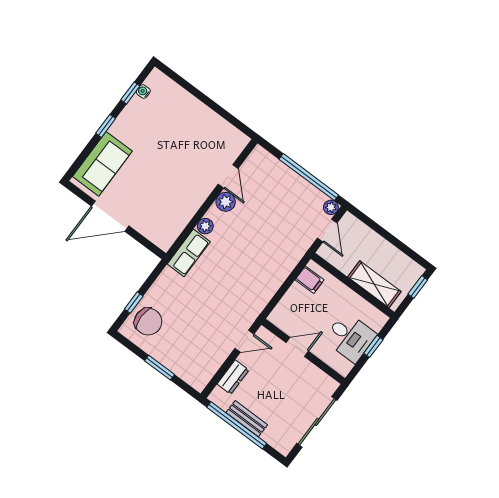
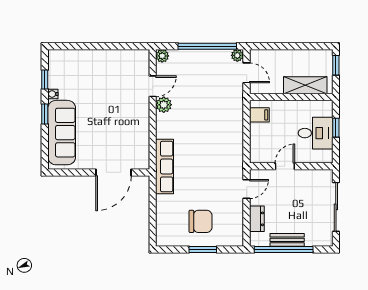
water cooler: (143, 92) -> (53, 94), moved
sofa: (102, 164) -> (62, 133), width x1.36
door: (228, 176) -> (153, 86), hinge flipped
door: (110, 216) -> (114, 172), moved
plant: (205, 226) -> (162, 56), moved
row of seats: (189, 253) -> (165, 166), width x1.48
window: (134, 303) -> (153, 219), removed
chair: (148, 322) -> (200, 221), moved

